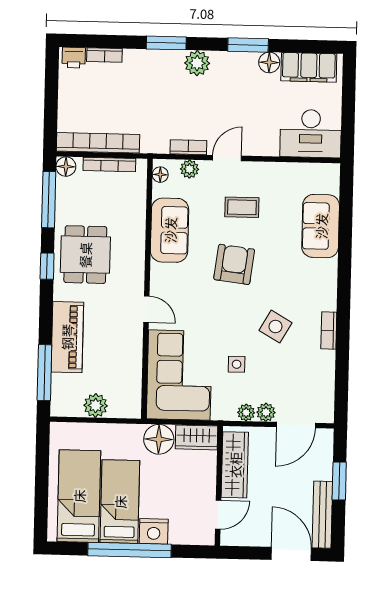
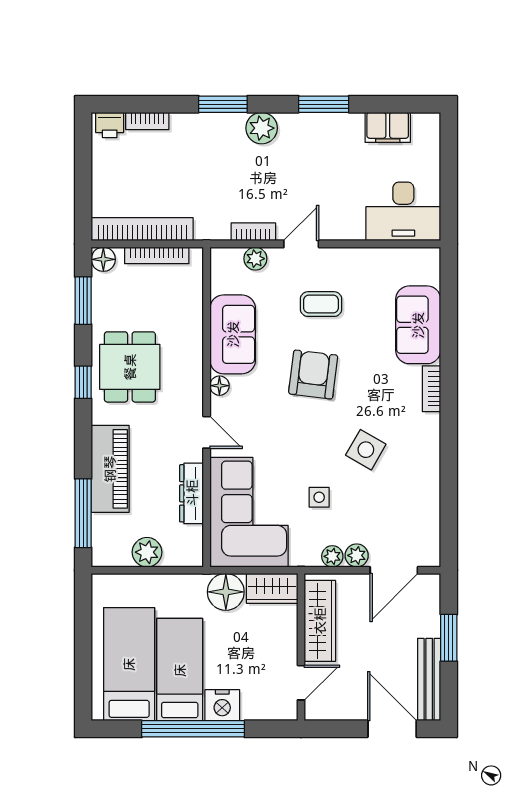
floor lamp: (269, 62) -> (350, 125), removed
filing cabinet: (309, 67) -> (388, 127), width x0.67, depth x0.86
floor lamp: (160, 175) -> (219, 386), moved
window: (49, 200) -> (83, 301), width x0.69
bookcase: (329, 331) -> (432, 389), moved
dresser: (133, 359) -> (192, 493), added

